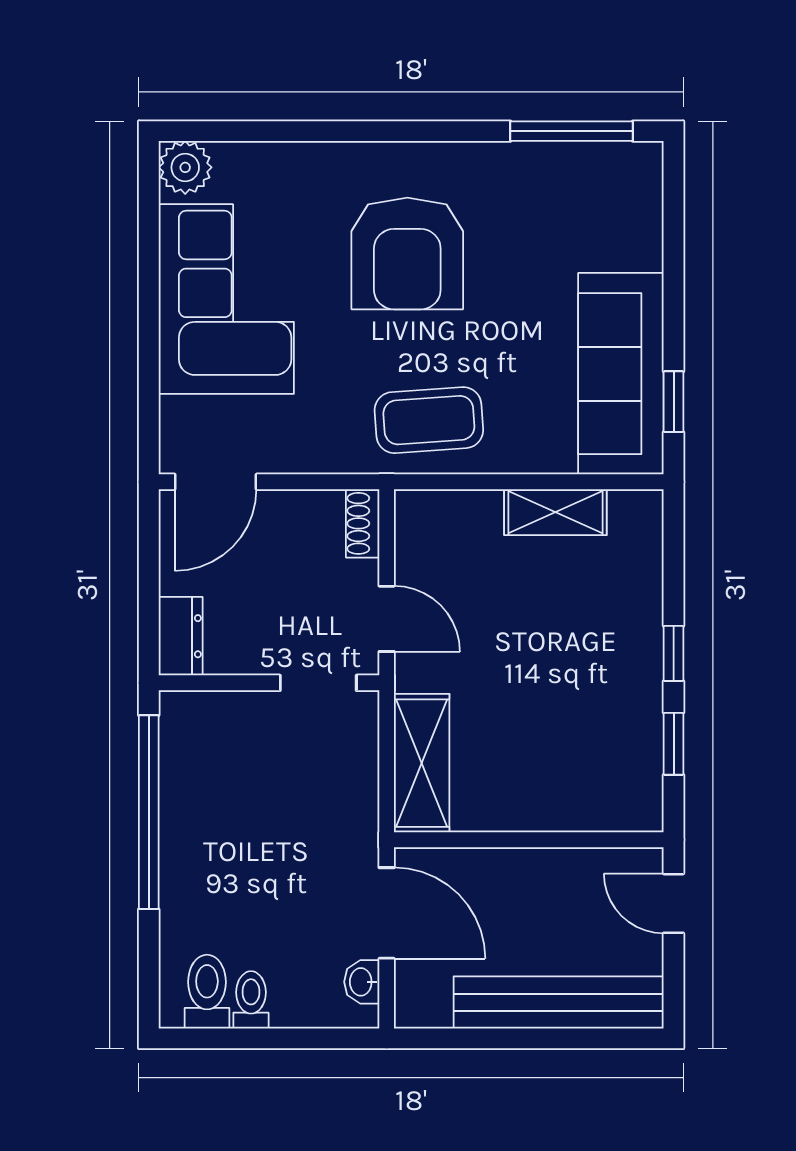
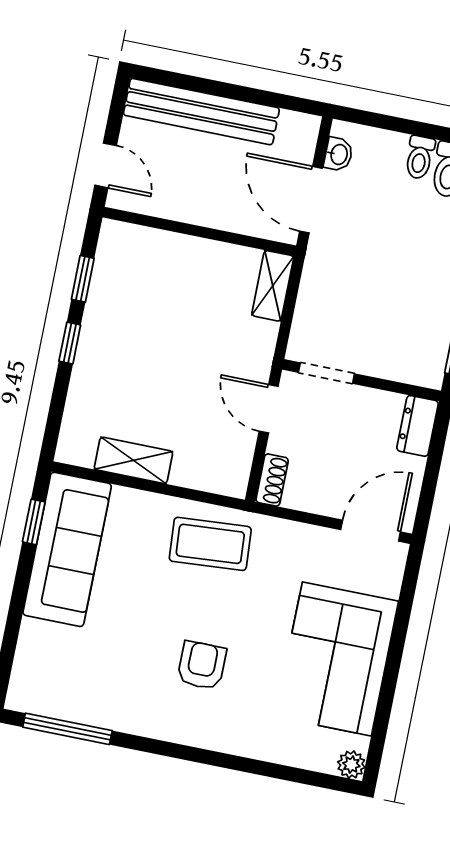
plant: (185, 167) -> (351, 765), width x0.73, depth x0.73
armchair: (407, 254) -> (202, 665), width x0.53, depth x0.53
shelving: (422, 763) -> (273, 286), width x0.67, depth x0.75

